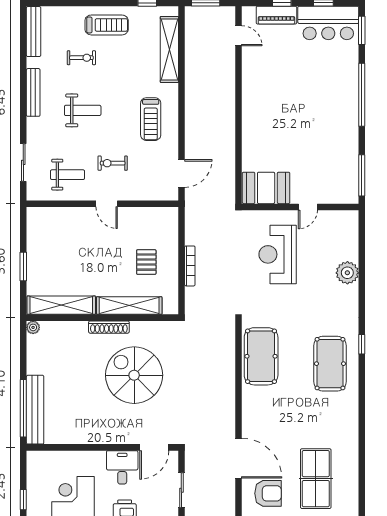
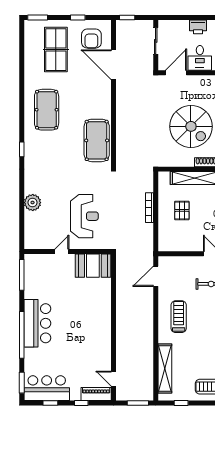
piano: (276, 15) -> (96, 394), moved
bar counter: (341, 110) -> (37, 323), added
pool table: (330, 364) -> (47, 110), moved
armchair: (268, 493) -> (91, 39), turned -90

